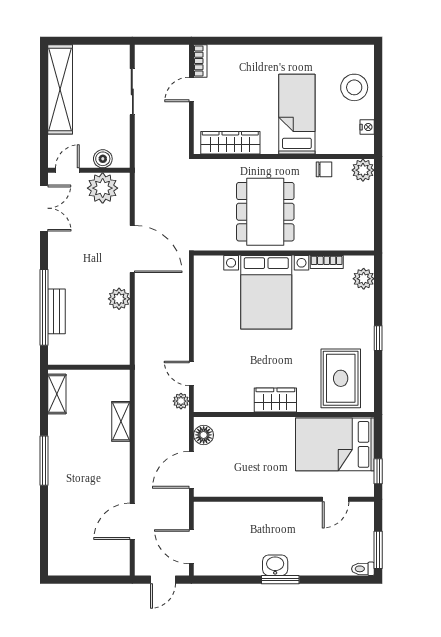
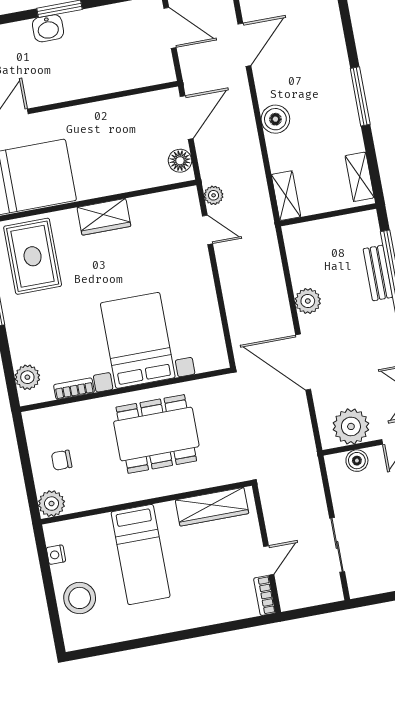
chair: (324, 169) -> (62, 460), moved
dining table: (265, 212) -> (156, 434), turned 90
shelving: (121, 421) -> (286, 196), moved
boiler: (118, 455) -> (275, 119), added
washbasin: (275, 565) -> (48, 28), moved

